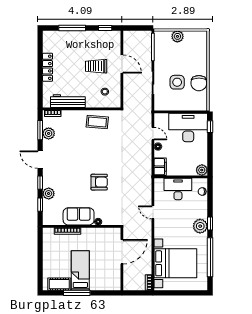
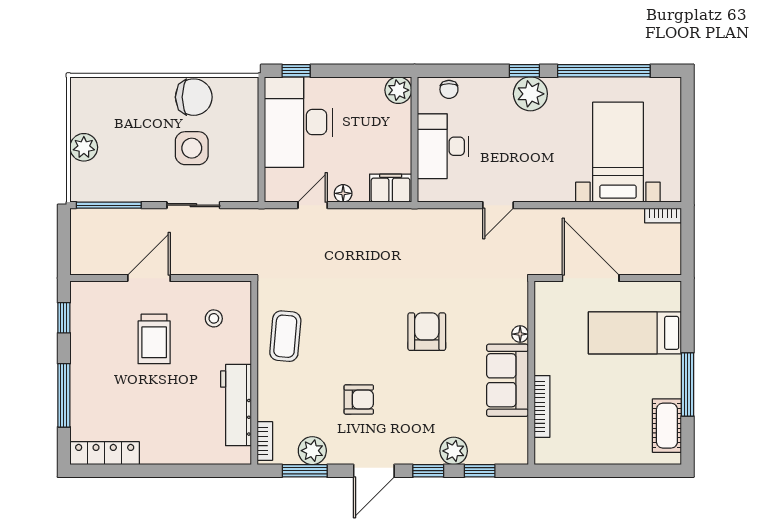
locker: (48, 67) -> (105, 453), moved
armchair: (70, 153) -> (359, 399), added
bed with nightstands: (175, 263) -> (618, 152), width x0.73
bed: (80, 271) -> (635, 333), moved

